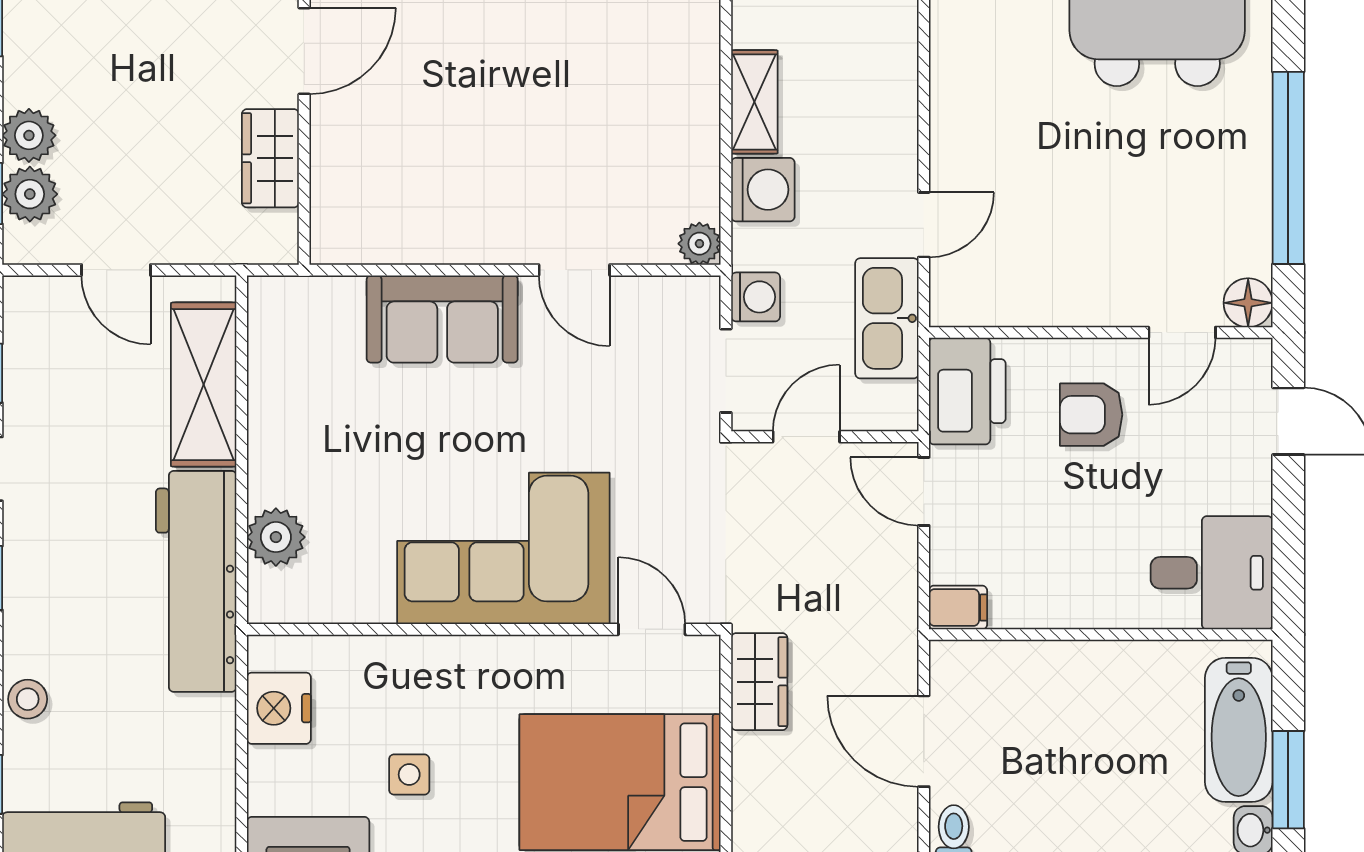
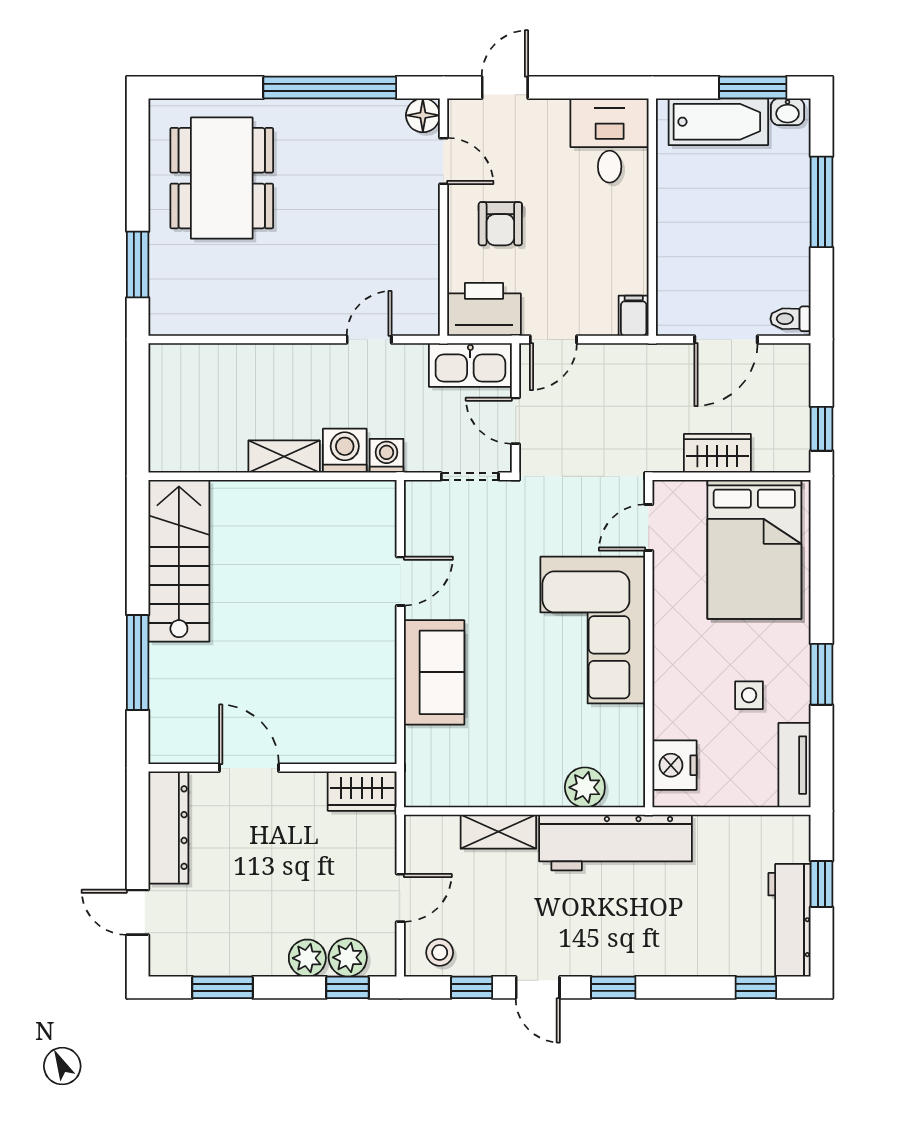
wardrobe: (270, 158) -> (362, 791), moved
door: (924, 225) -> (369, 339), hinge flipped
plant: (699, 244) -> (382, 495), removed
washing machine: (756, 297) -> (386, 456), moved
kitchen sink: (887, 318) -> (470, 365), moved
shelving: (204, 385) -> (498, 832), width x0.67, depth x0.75
wardrobe: (759, 682) -> (717, 453), moved
stool: (28, 699) -> (440, 952), moved
nightstand: (279, 708) -> (674, 765), moved, turned 90

